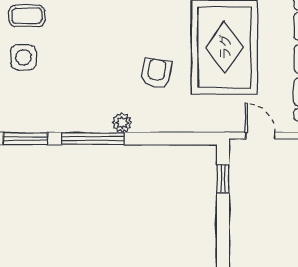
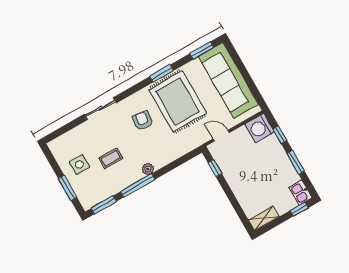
coffee table: (27, 16) -> (111, 158), moved
armchair: (156, 73) -> (143, 121), moved

